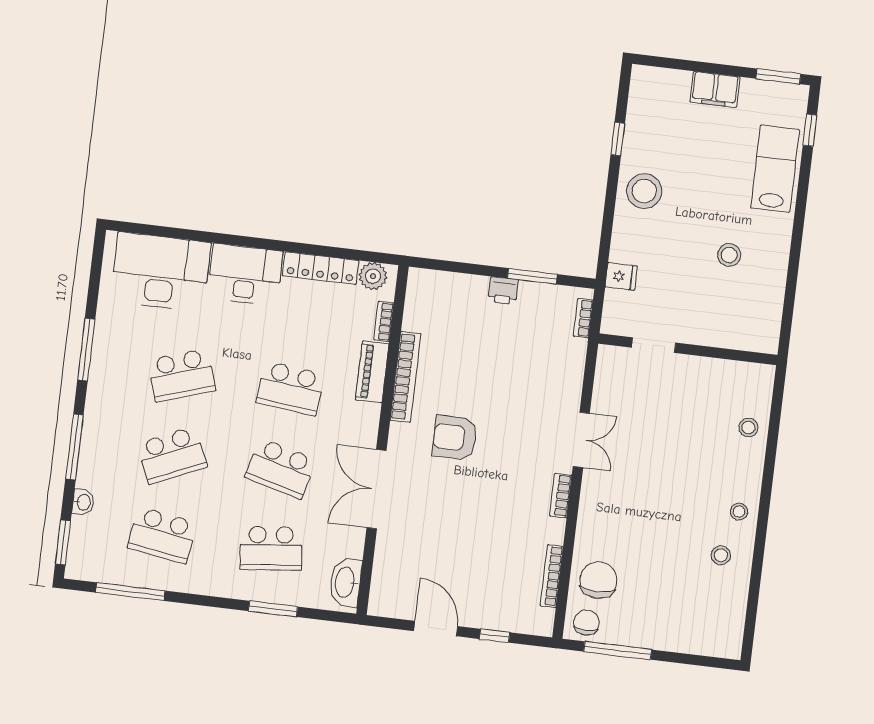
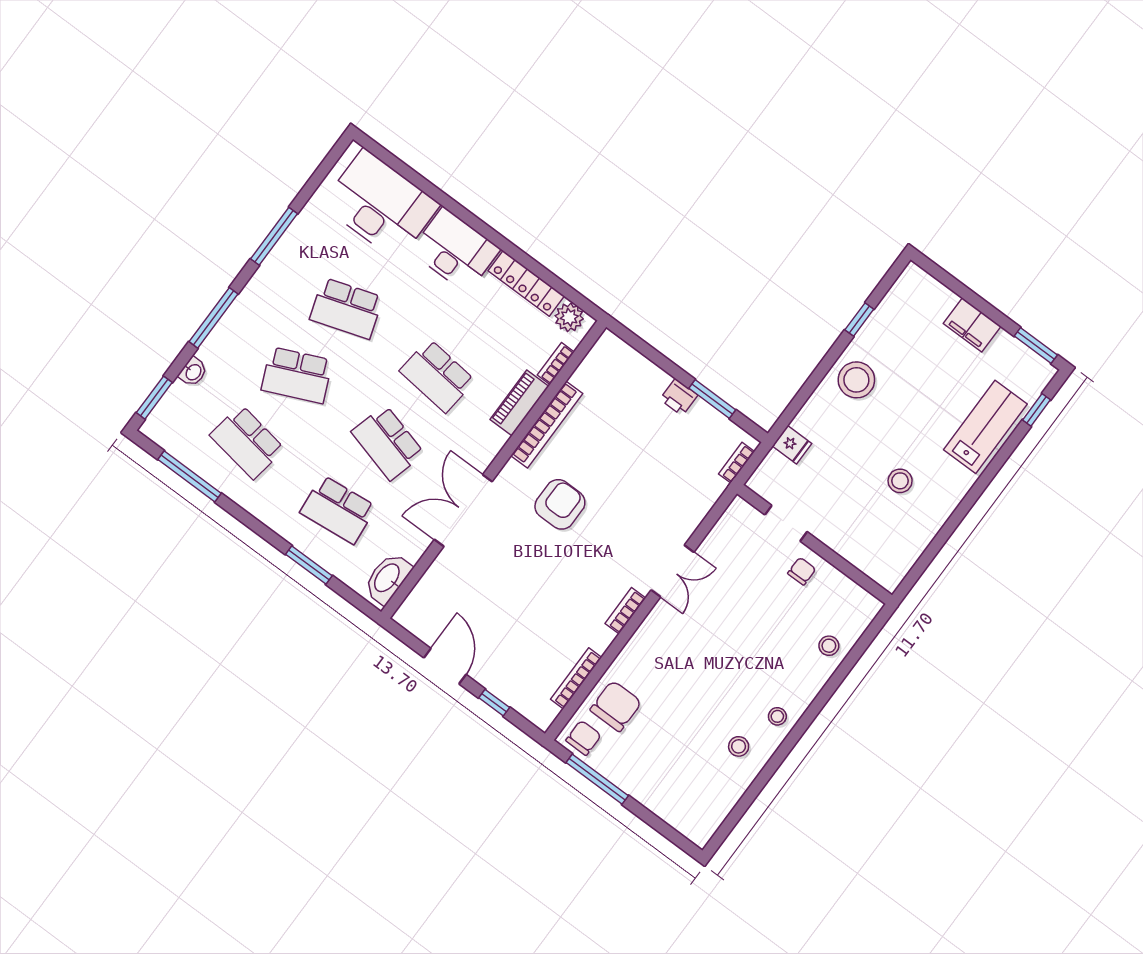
chair: (690, 378) -> (802, 571), added
armchair: (455, 438) -> (560, 504), turned 90

